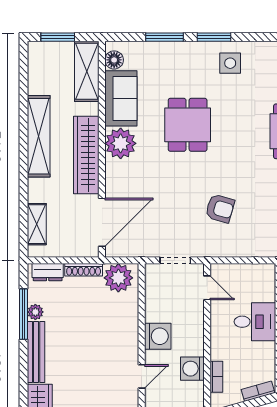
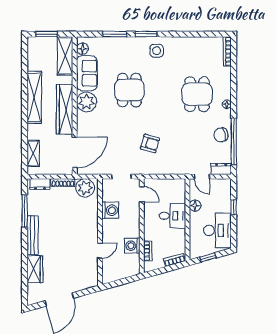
plant: (35, 312) -> (32, 210), removed
washing machine: (158, 336) -> (110, 210), moved

